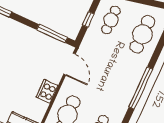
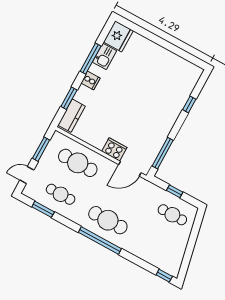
cafe table: (142, 34) -> (108, 220), moved
cooker: (47, 91) -> (114, 149), moved

